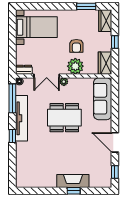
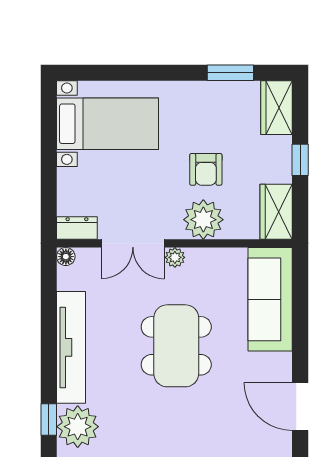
window: (12, 98) -> (49, 298), removed
dining table: (64, 118) -> (176, 346), turned 90
window: (12, 136) -> (49, 419), moved
plant: (24, 151) -> (78, 427), added

